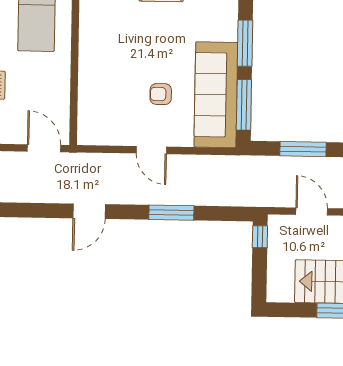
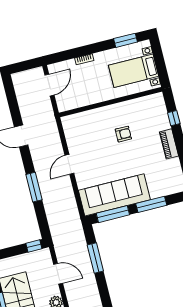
armchair: (161, 94) -> (123, 134), moved, turned 90
door: (44, 148) -> (49, 85), moved
door: (312, 211) -> (58, 274), hinge flipped

